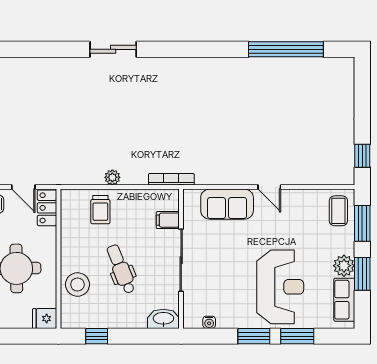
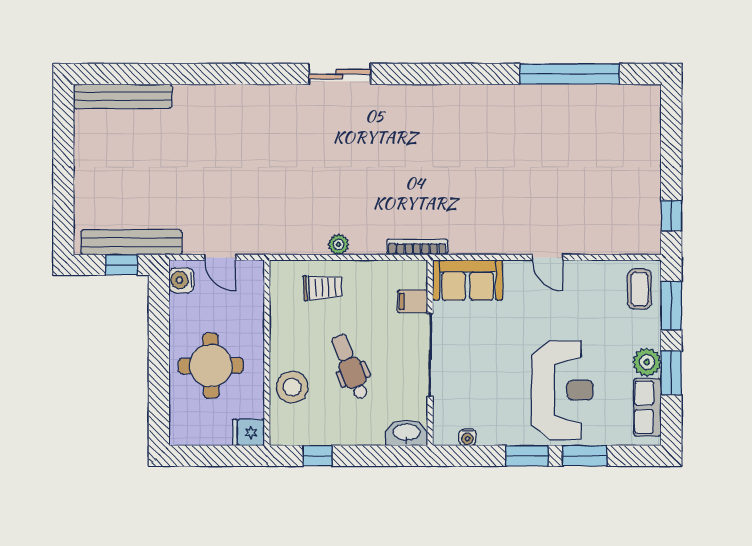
sofa: (227, 204) -> (468, 280), moved
locker: (47, 208) -> (252, 285), removed
trolley: (100, 210) -> (323, 287), turned -93

